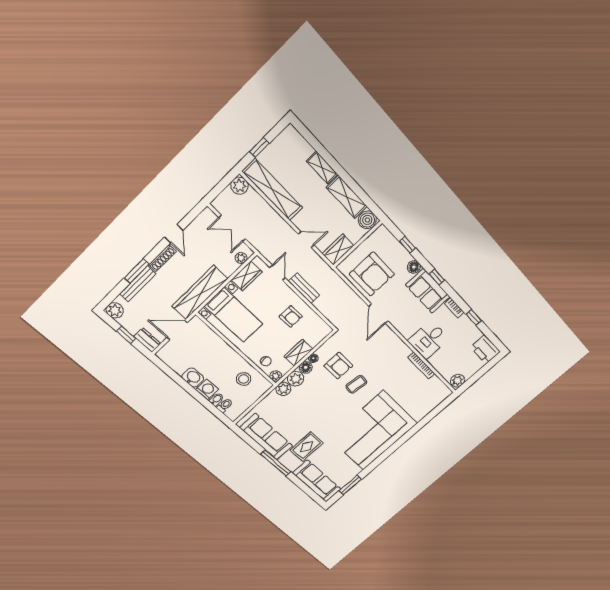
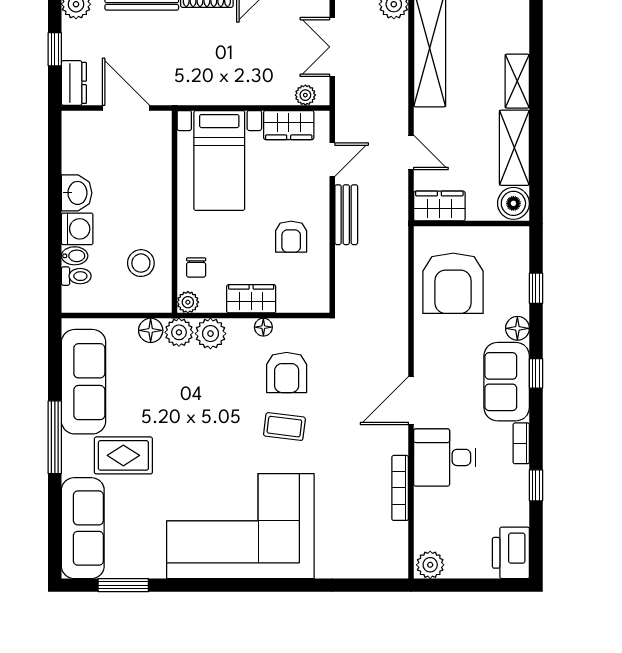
wardrobe: (200, 292) -> (207, 88), removed
door: (378, 314) -> (411, 401), moved
floor lamp: (306, 367) -> (151, 330), moved

